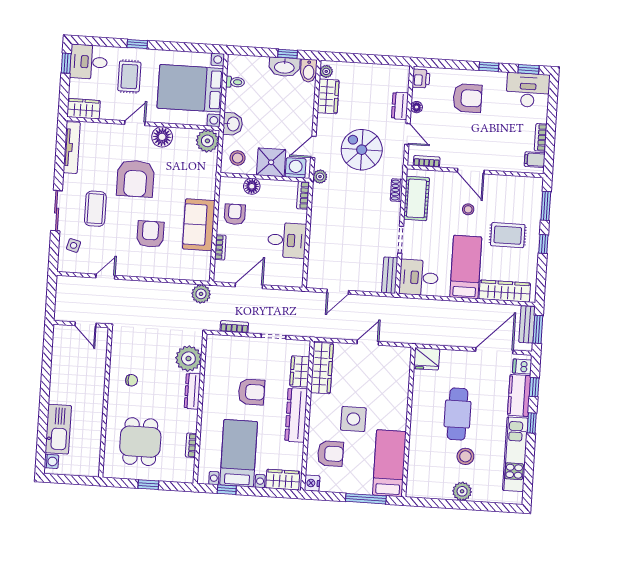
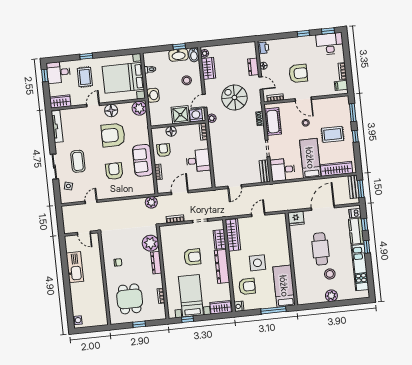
armchair: (467, 98) -> (298, 73), moved
stool: (238, 158) -> (187, 80), moved
armchair: (135, 179) -> (113, 135), moved, turned 90
door: (494, 351) -> (323, 208), moved
kitchen sink: (58, 429) -> (75, 267), moved

